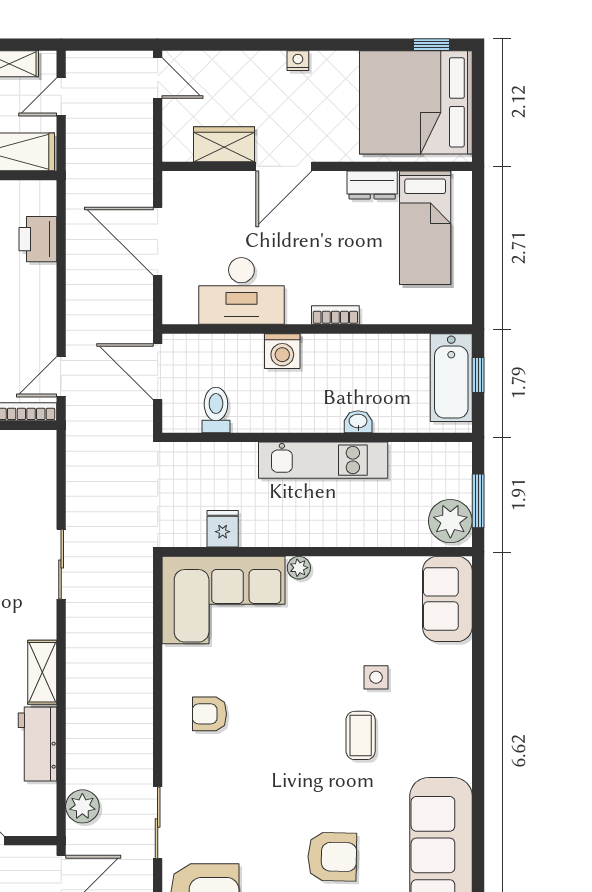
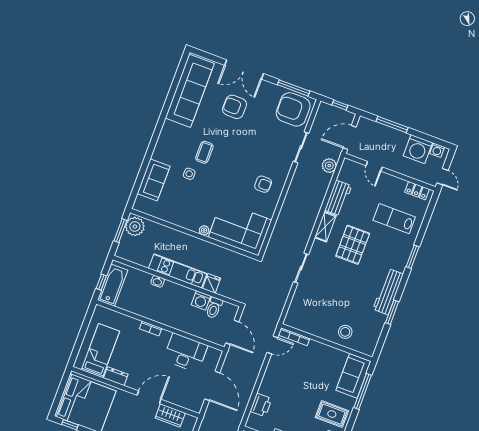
washing machine: (282, 351) -> (201, 300), moved, turned 180
fridge: (223, 529) -> (212, 283), moved, turned 180
sofa: (447, 599) -> (154, 180), moved

